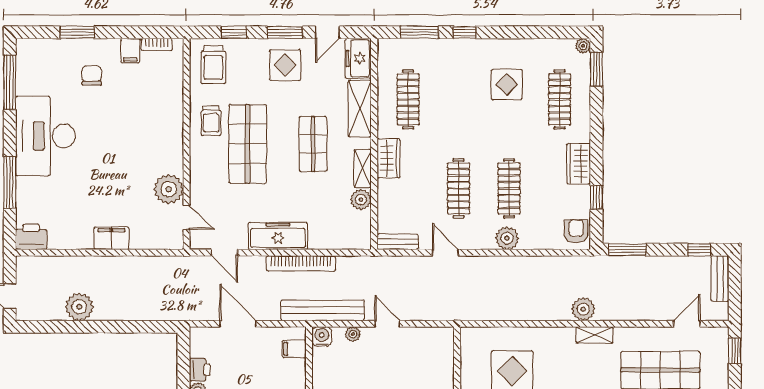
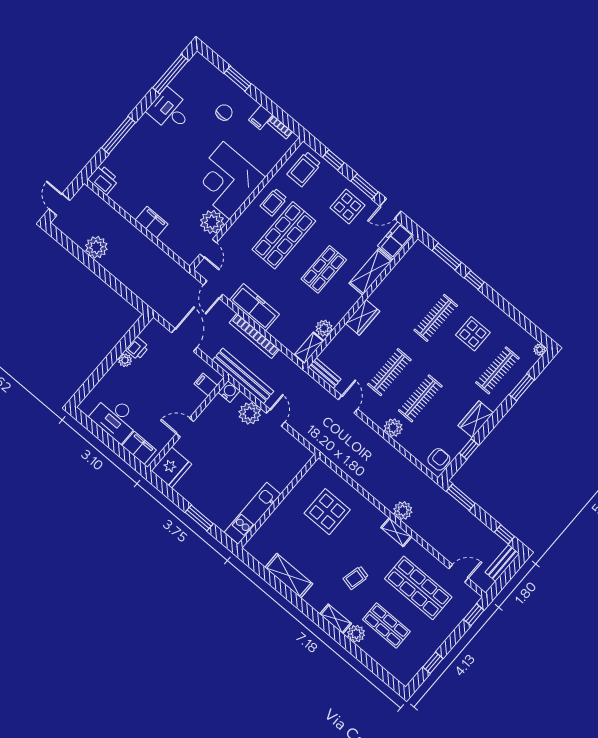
window: (596, 69) -> (522, 387), moved
clothes rail: (408, 99) -> (436, 318), moved
desk: (45, 136) -> (170, 110), width x0.53, depth x0.77
corner desk: (149, 138) -> (227, 180), added
shelving: (363, 169) -> (309, 348), moved
plant: (353, 334) -> (250, 413), width x1.88, depth x1.88

